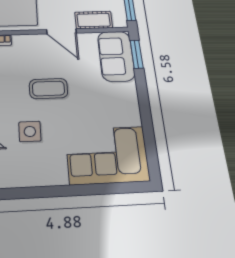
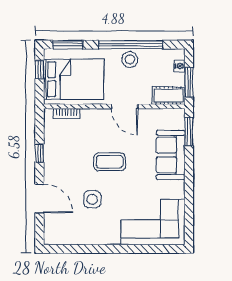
cot: (94, 20) -> (169, 96), moved
sofa: (116, 56) -> (171, 155), moved

